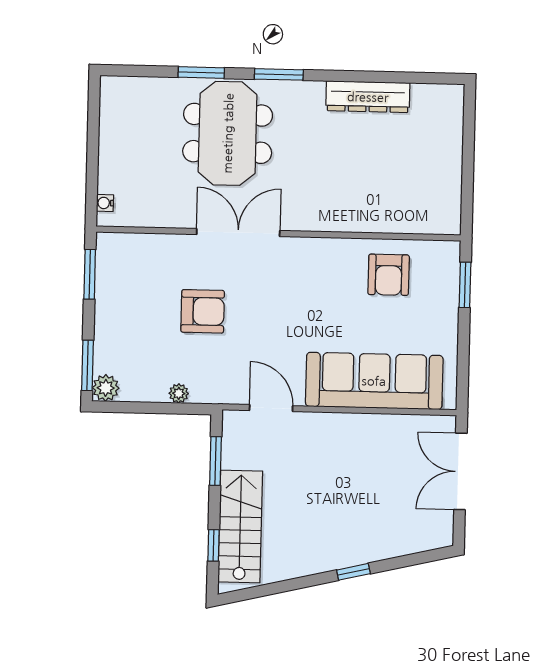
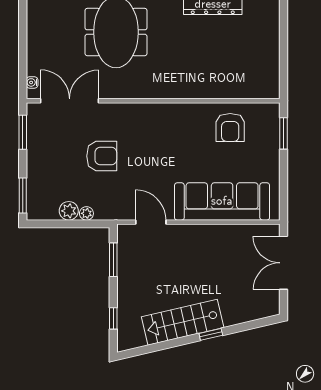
double door: (238, 233) -> (70, 101), moved
plant: (106, 388) -> (69, 211), moved
stairs: (240, 526) -> (183, 322), moved, turned -103

